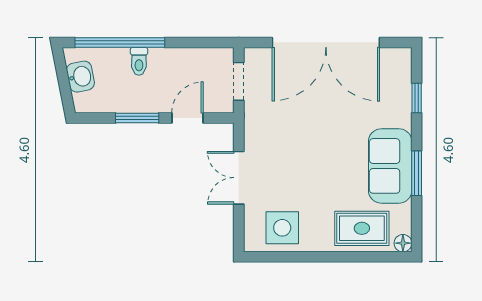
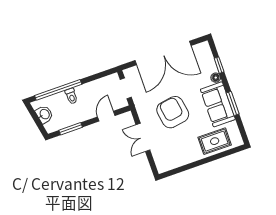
window: (137, 118) -> (71, 129), moved
armchair: (306, 152) -> (173, 112), added
side table: (282, 228) -> (174, 155), removed
floor lamp: (403, 243) -> (216, 78), moved

